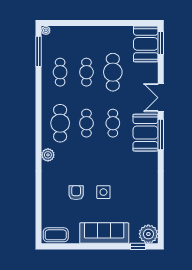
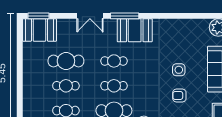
booth: (145, 133) -> (135, 30), moved

